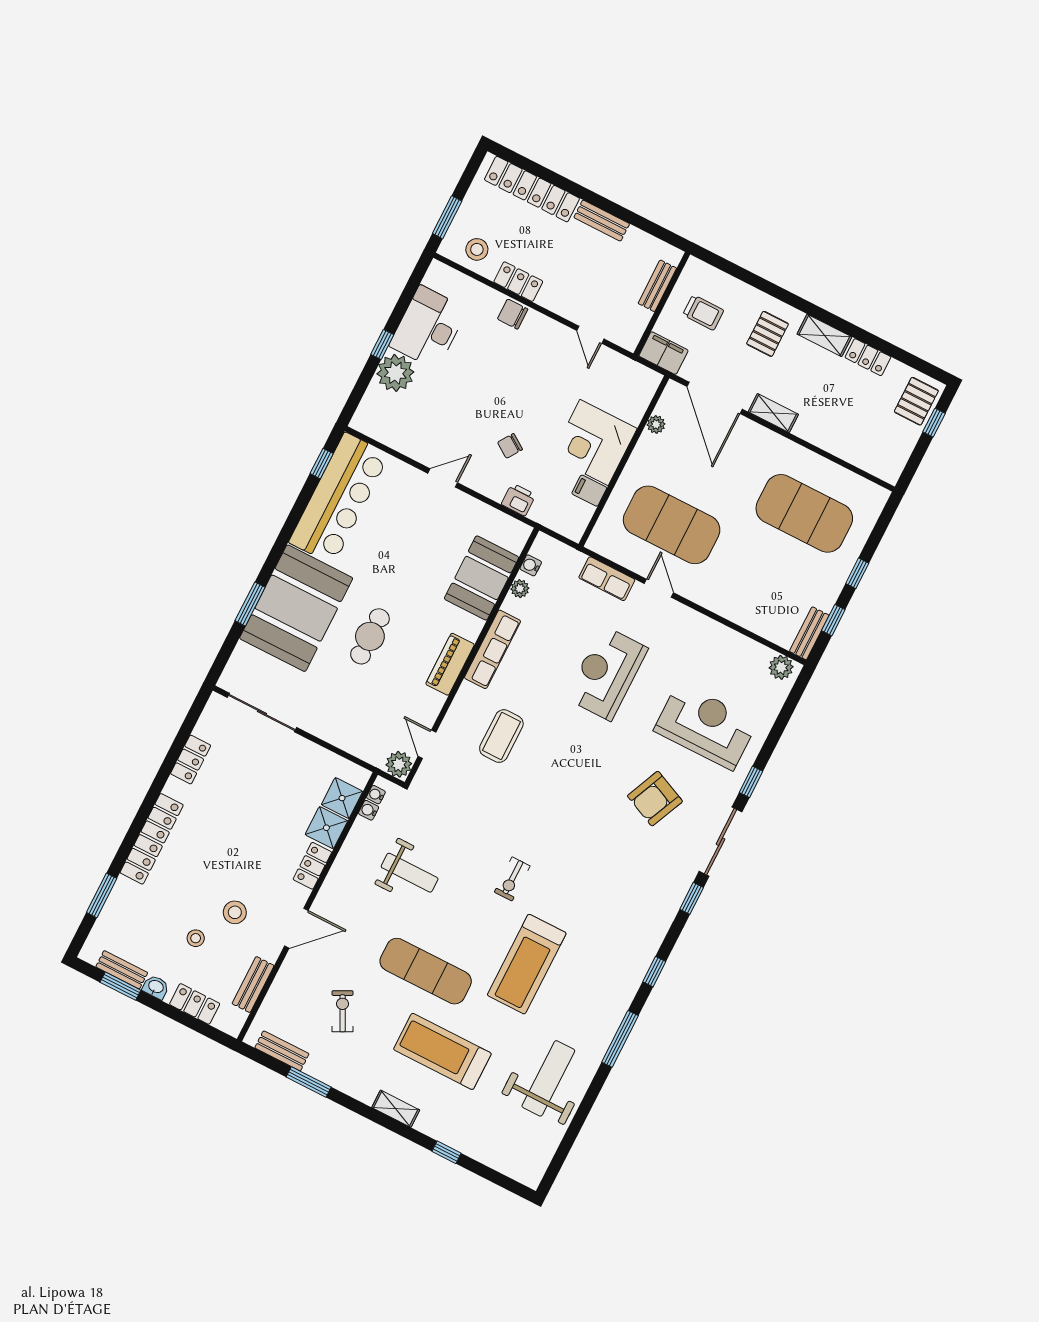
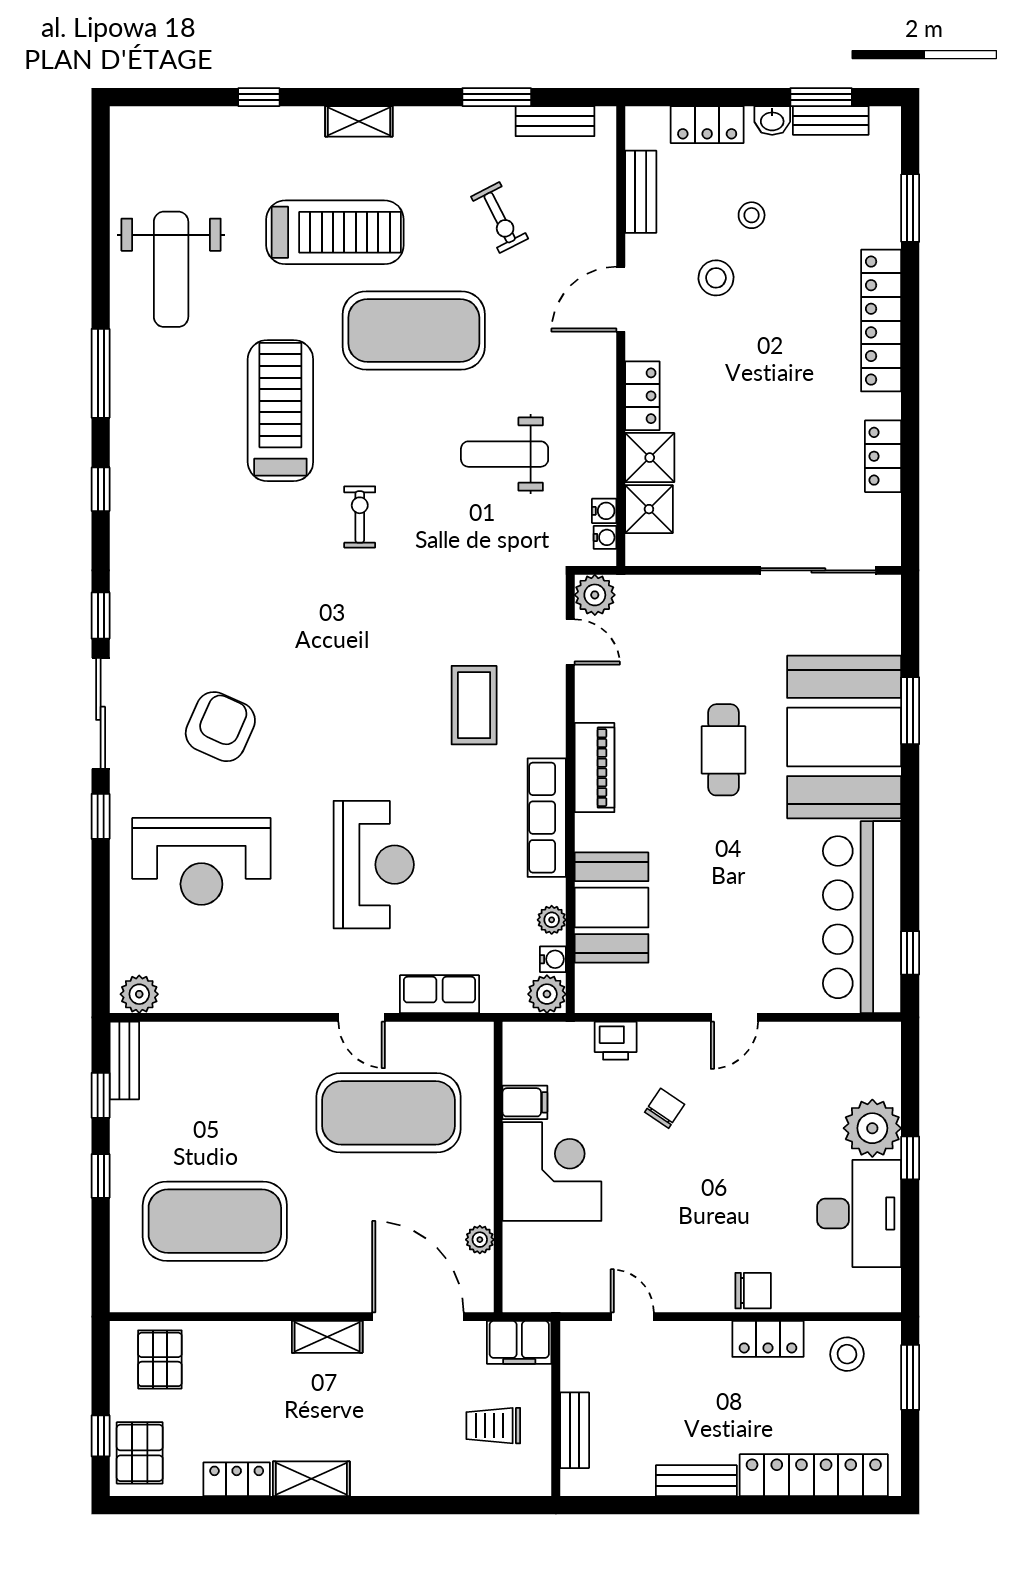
pallet: (768, 334) -> (160, 1359), moved
plant: (545, 547) -> (547, 994), added
exercise mat: (426, 971) -> (414, 330), width x1.47

